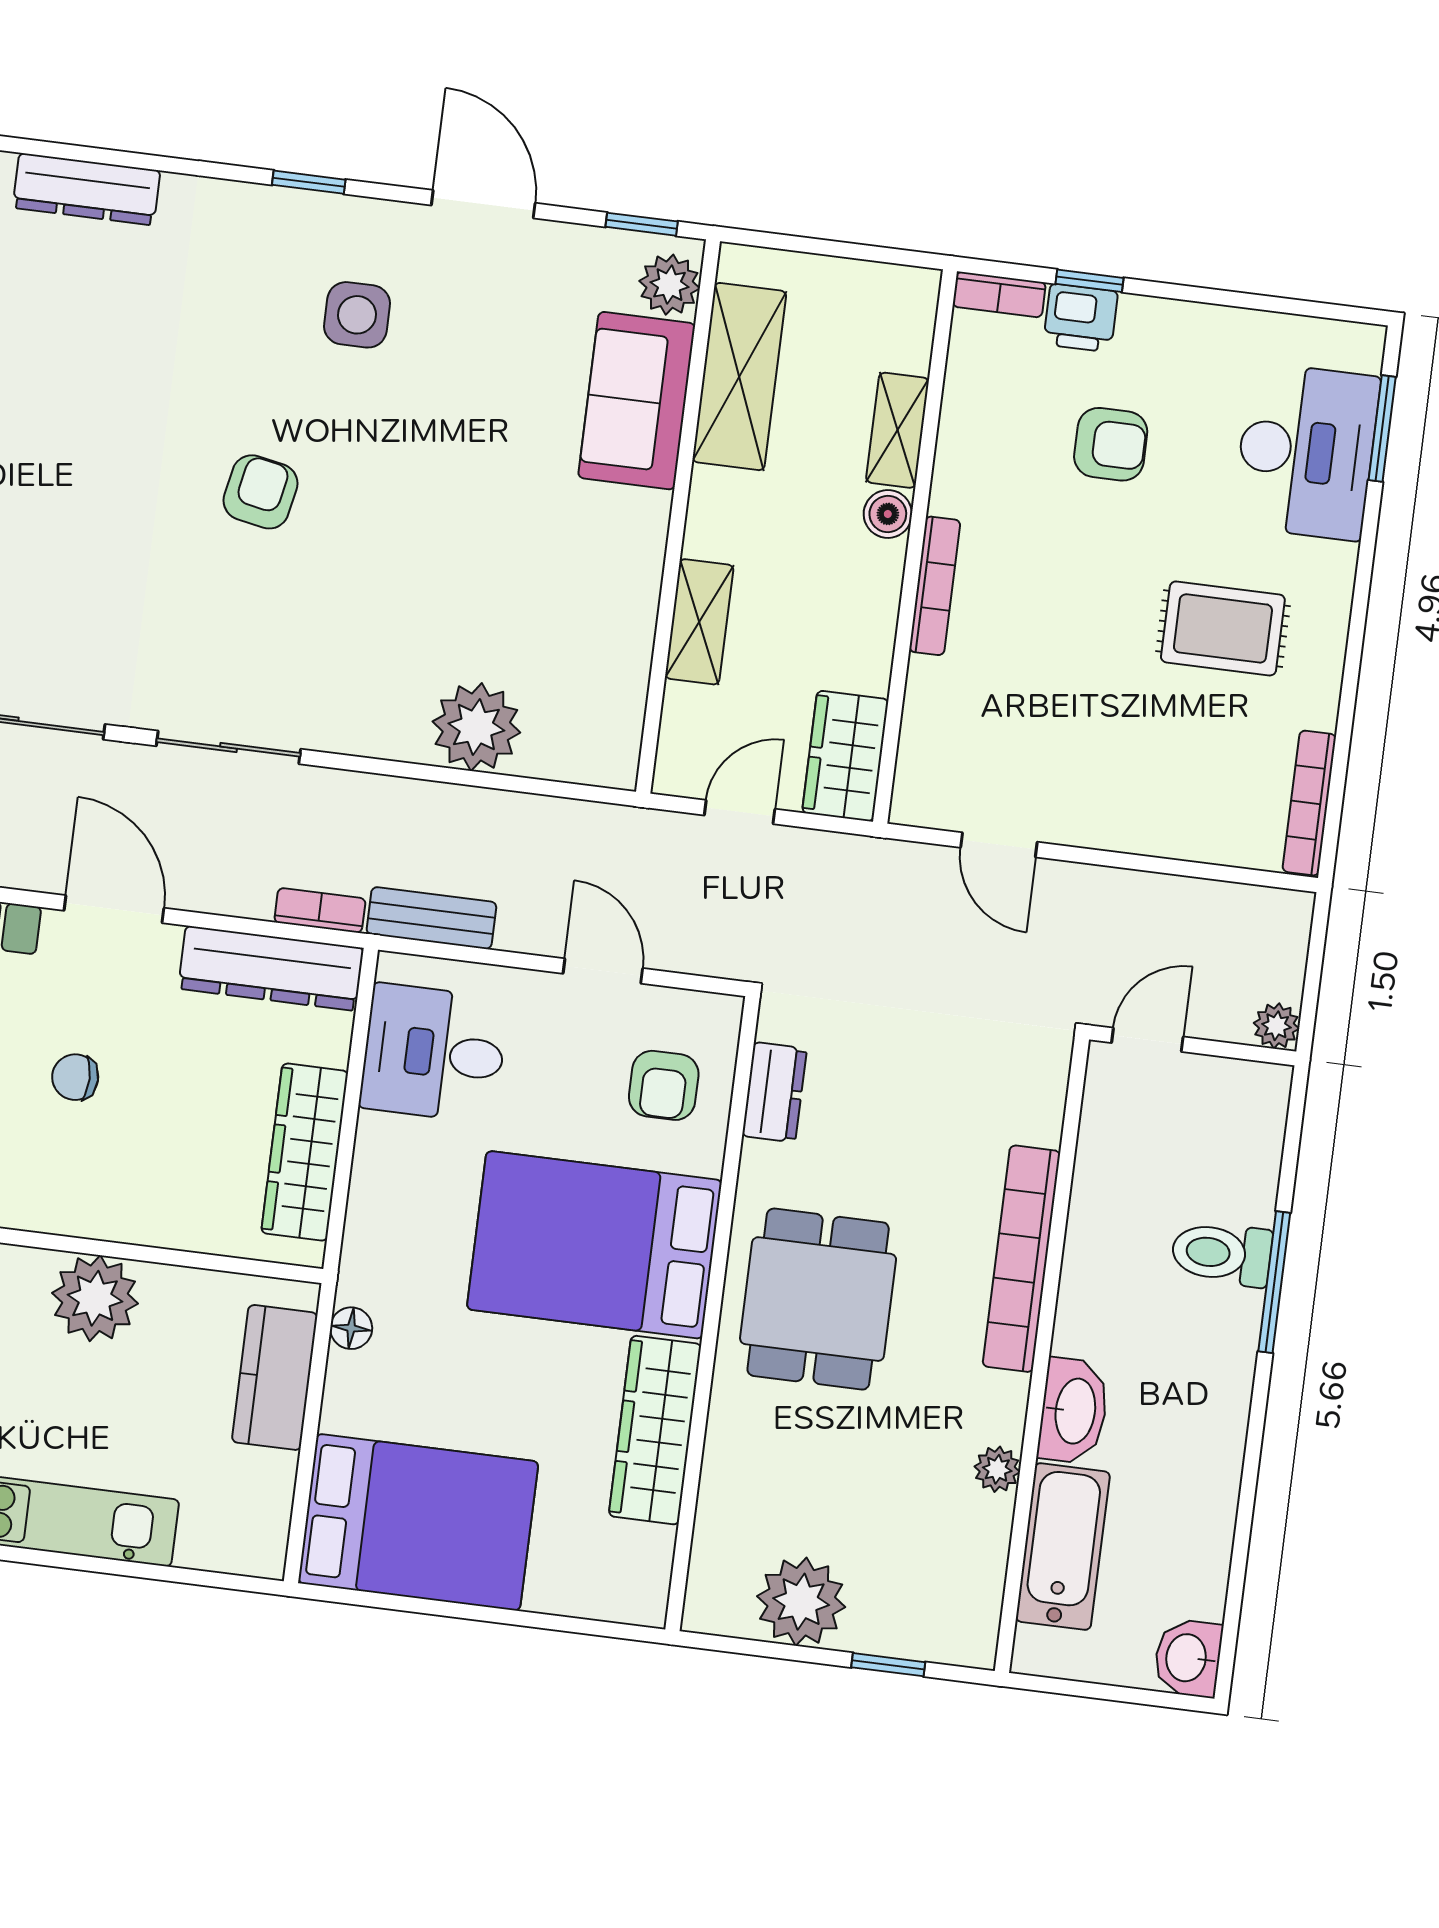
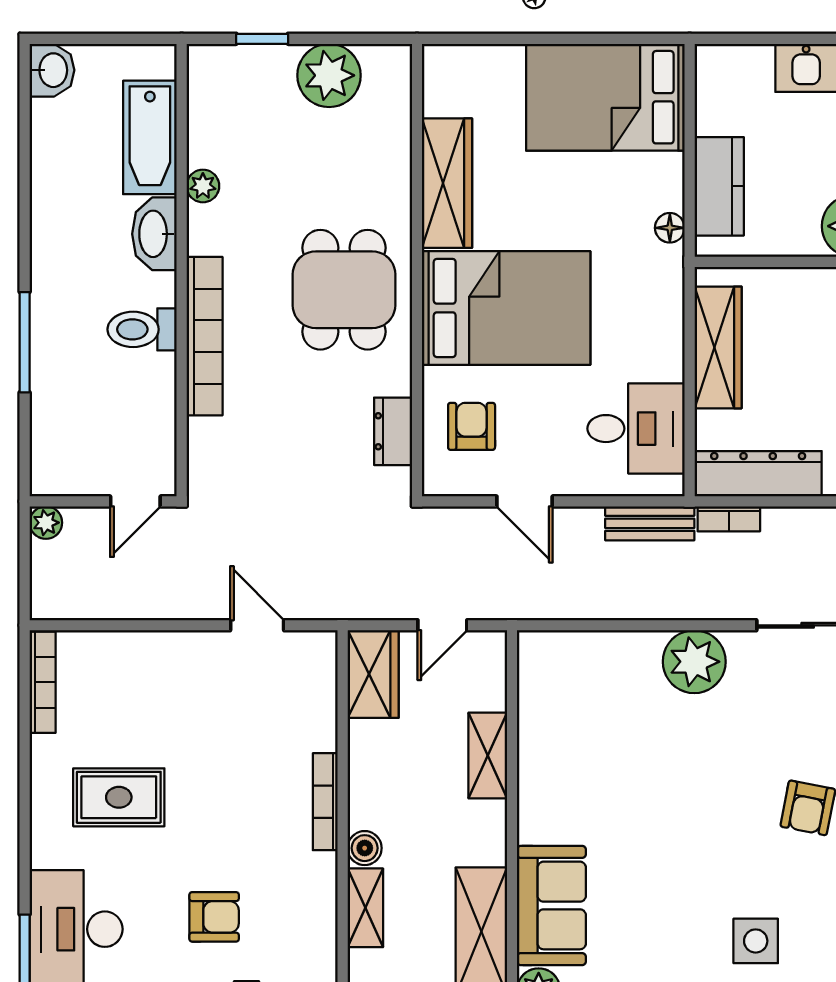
armchair: (1111, 444) -> (214, 917), turned 180
plant: (476, 727) -> (694, 662), moved
toilet: (1222, 1254) -> (142, 329), moved, turned 180

